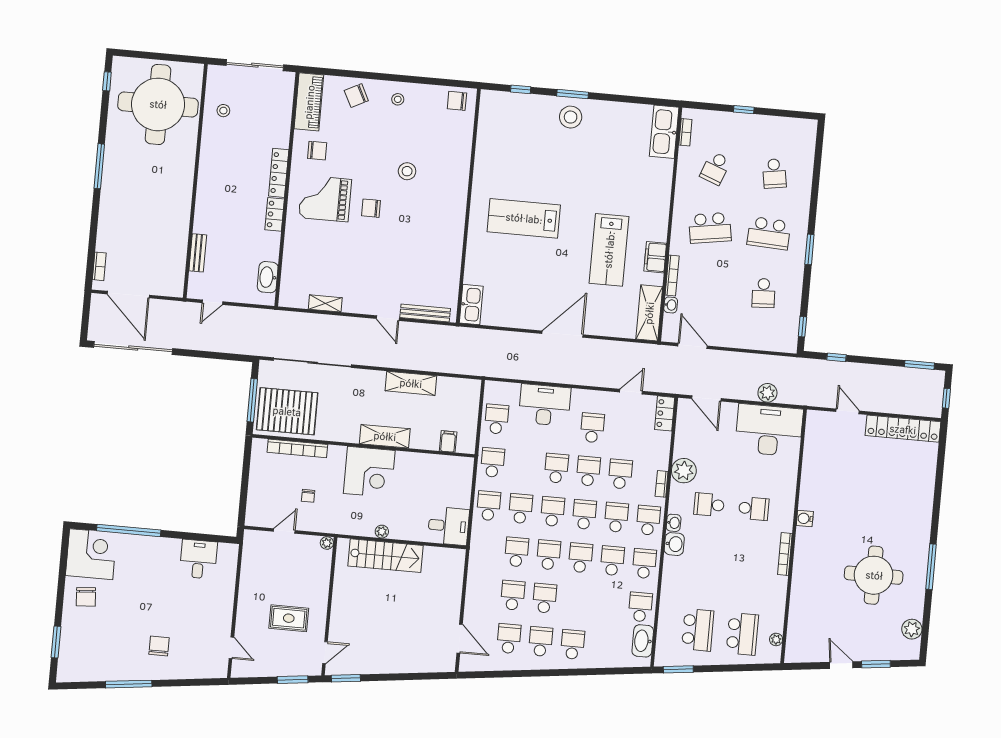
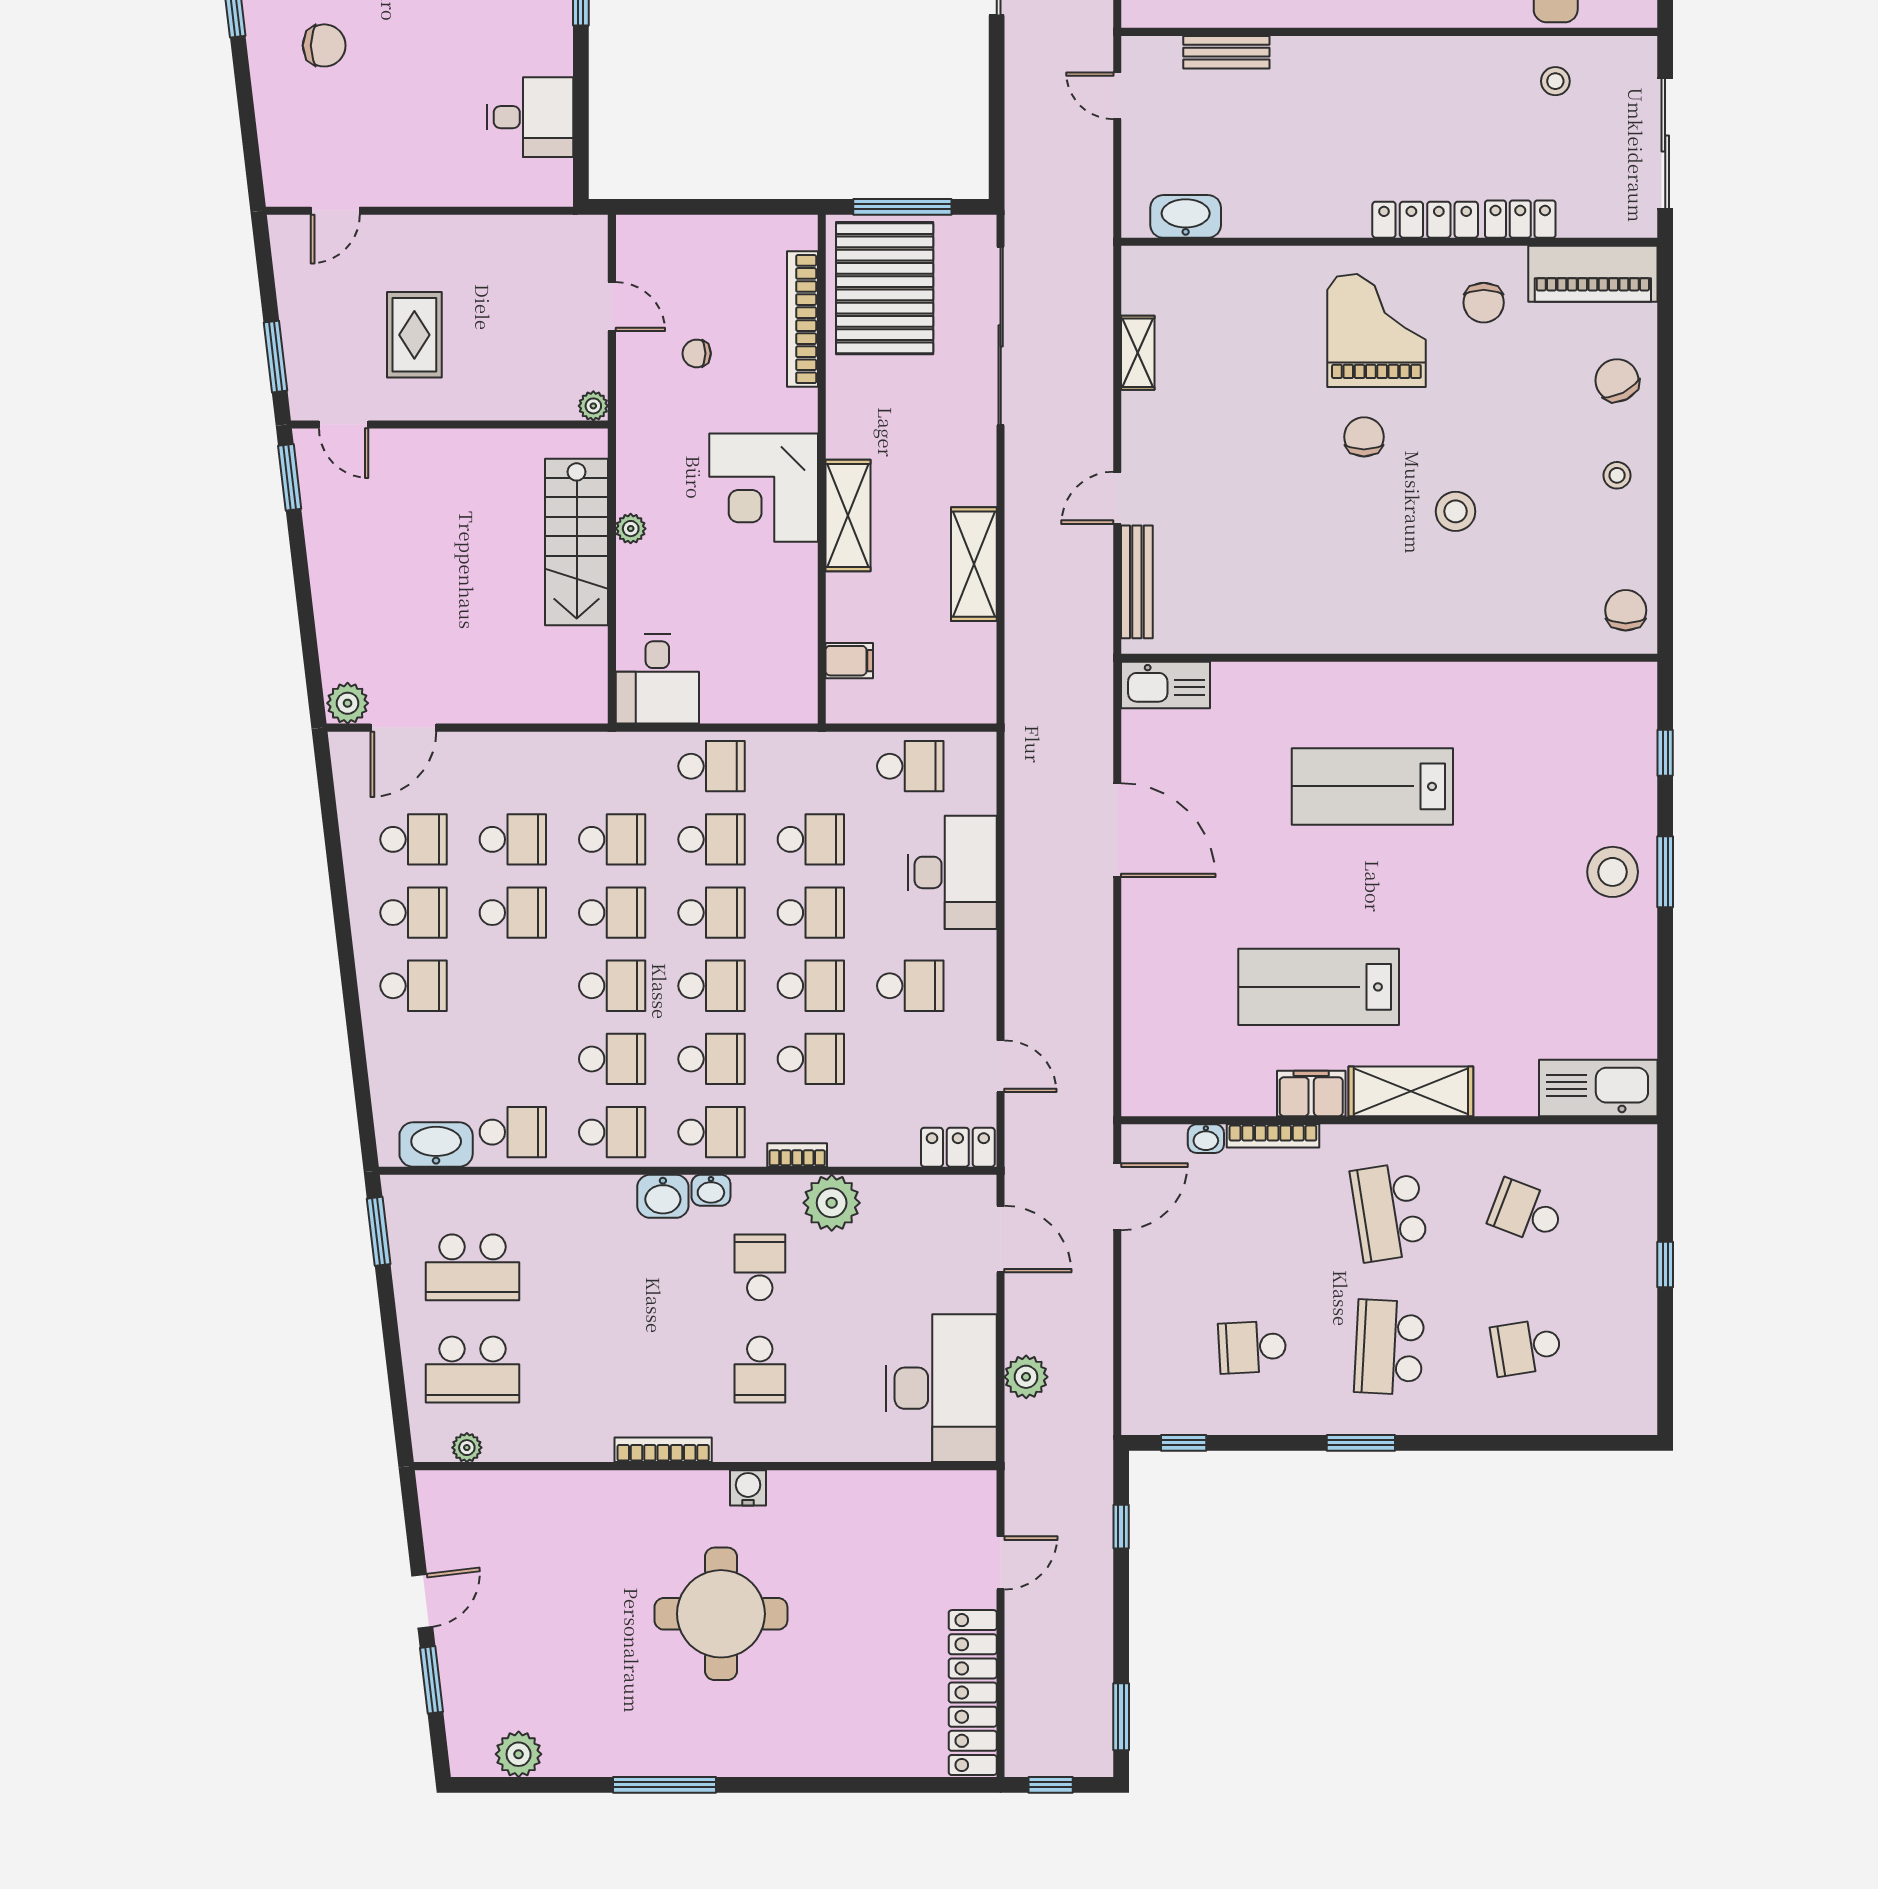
bookcase: (685, 132) -> (1602, 1136), removed
locker: (275, 214) -> (1520, 219), moved
lab bench: (524, 218) -> (1372, 786), turned -90
shelving: (649, 313) -> (1411, 1091), moved
door: (562, 334) -> (1117, 830), moved
door: (706, 398) -> (1001, 1239), swing flipped
school desk: (493, 462) -> (811, 839), moved
round table: (874, 575) -> (721, 1614), moved
plant: (447, 662) -> (348, 703), added

